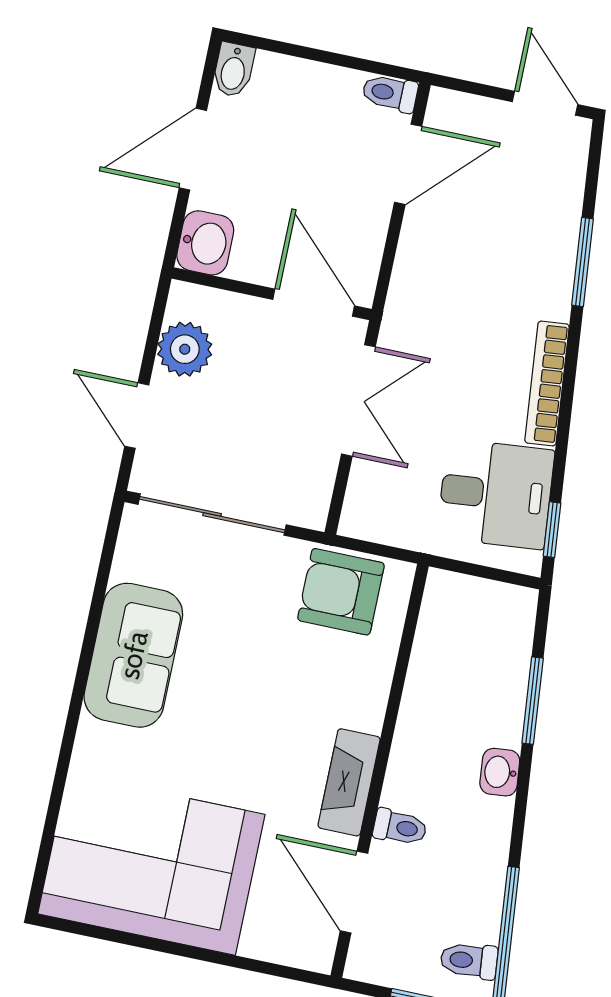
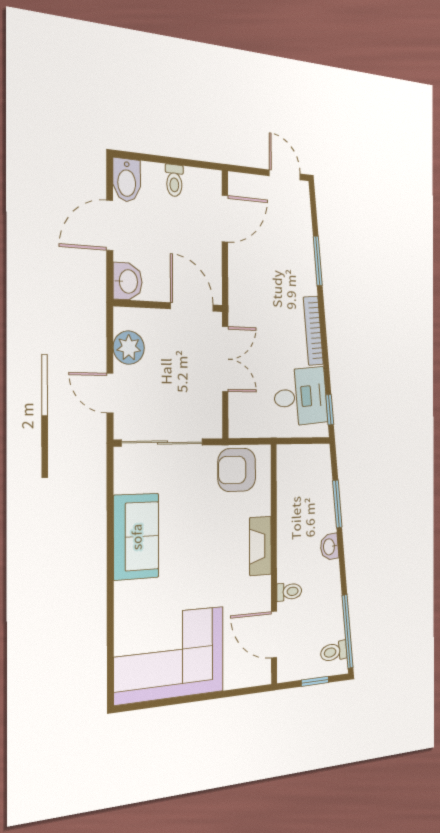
bidet: (233, 70) -> (127, 180), width x1.38, depth x1.36
toilet: (390, 93) -> (174, 180), moved, turned -90
fireplace: (349, 782) -> (260, 546), moved

